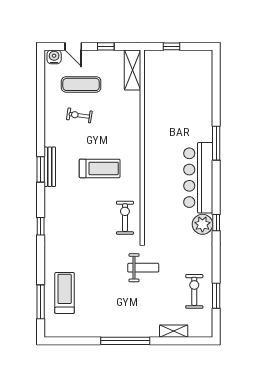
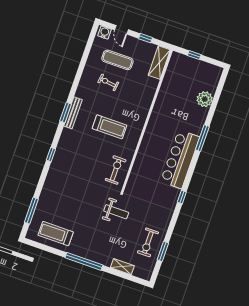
plant: (202, 224) -> (205, 99), moved
exercise bike: (194, 291) -> (148, 242), turned 180
treadmill: (65, 293) -> (56, 234), moved, turned -90

